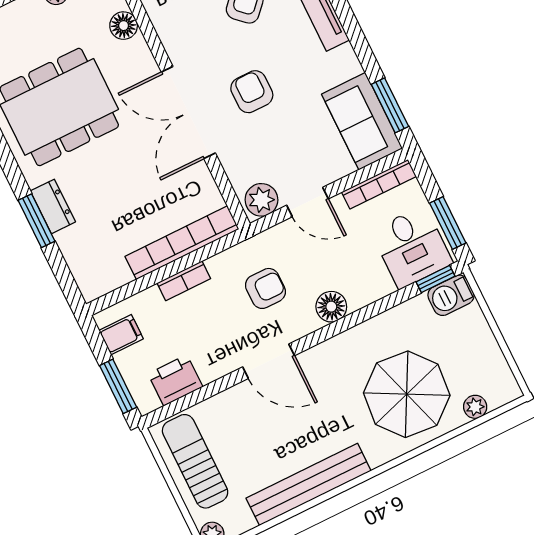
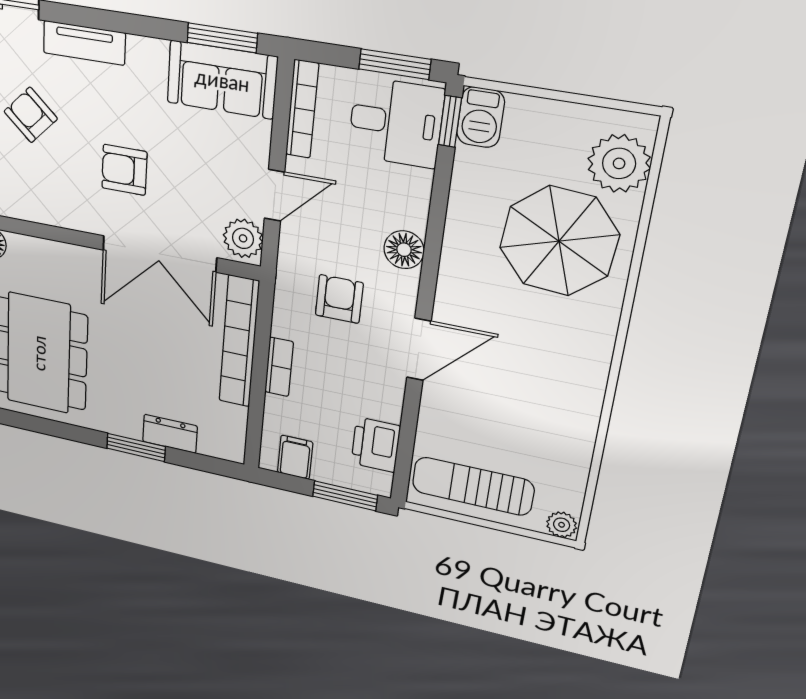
double door: (188, 113) -> (159, 254), moved
dresser: (53, 206) -> (170, 434), moved
plant: (475, 407) -> (619, 163), width x1.88, depth x1.88
bench: (309, 484) -> (582, 405), removed

